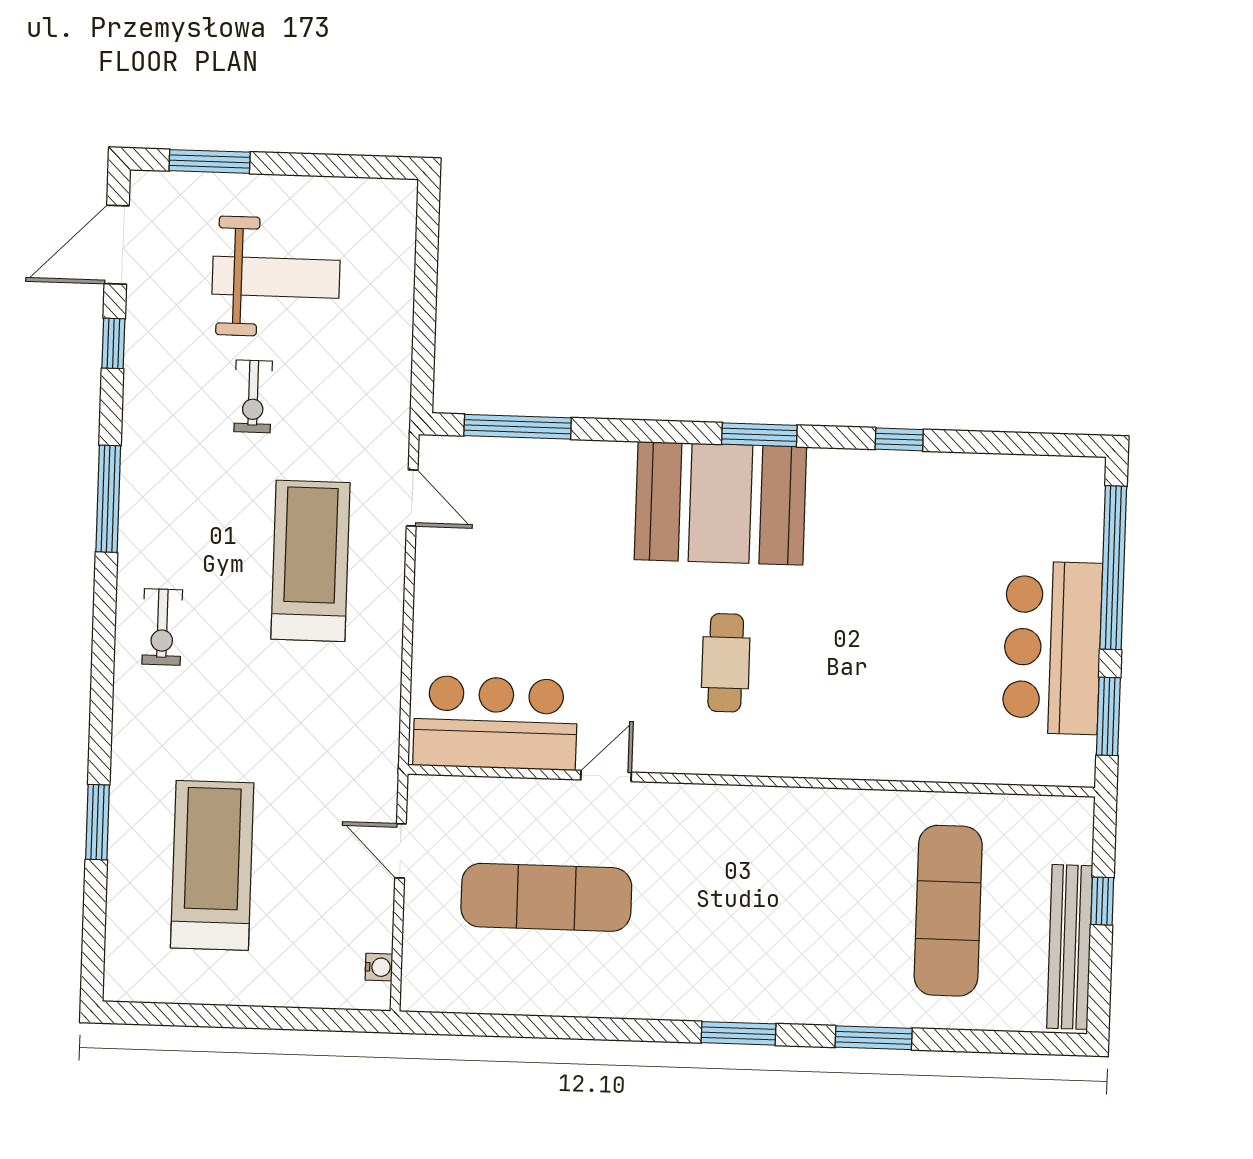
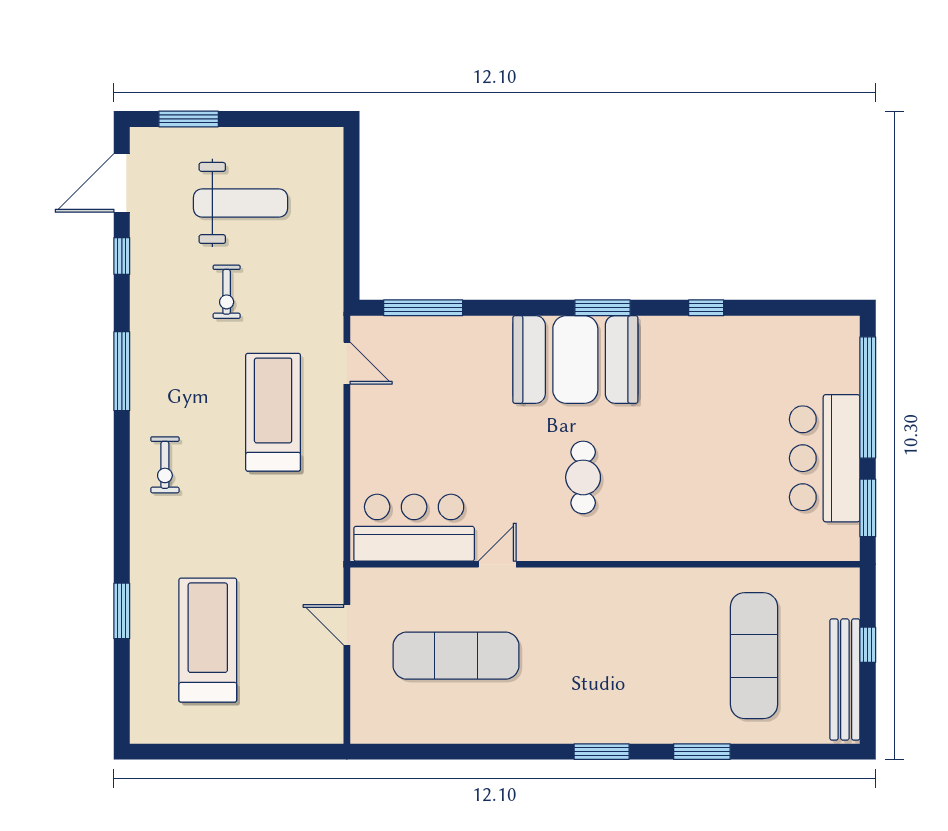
water cooler: (379, 967) -> (334, 711), removed

